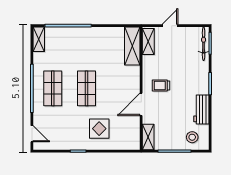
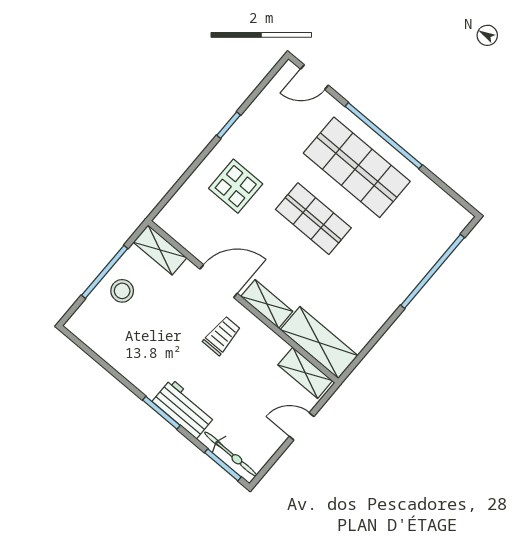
door: (170, 26) -> (302, 426), swing flipped
shelving: (39, 39) -> (267, 304), moved
shop shelf: (53, 88) -> (357, 167), width x1.43, depth x1.36
door: (141, 104) -> (219, 281), hinge flipped
workbench: (201, 110) -> (184, 409), moved
stool: (192, 137) -> (122, 291), moved

